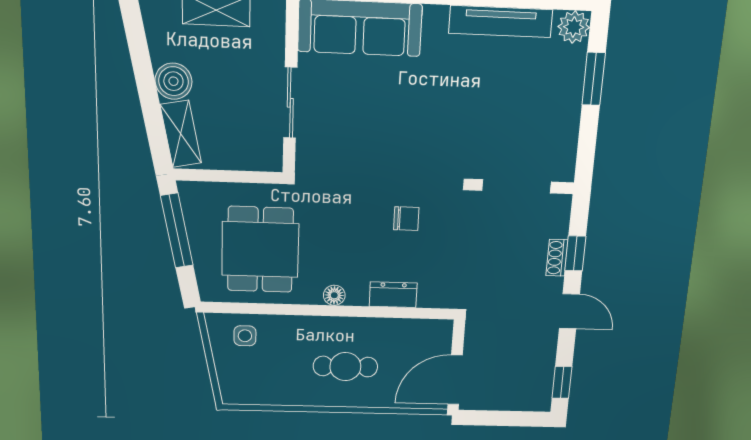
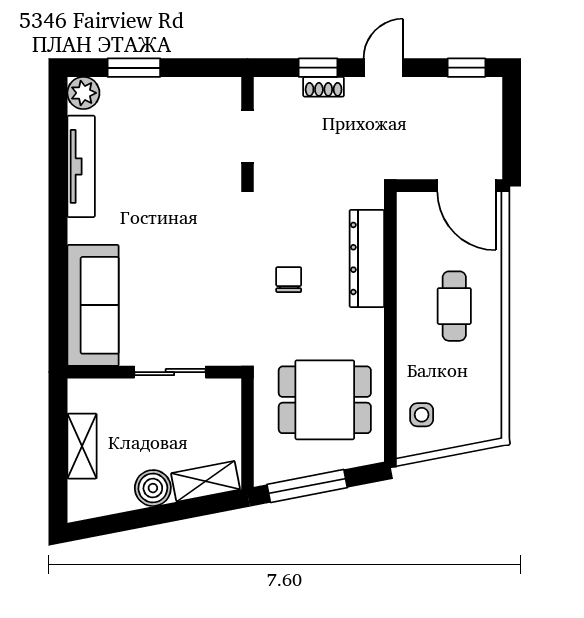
doorway: (516, 186) -> (248, 137), width x0.73
chair: (406, 219) -> (289, 280), moved
floor lamp: (334, 295) -> (373, 321), removed
dresser: (393, 295) -> (367, 258), width x1.96, depth x1.24

